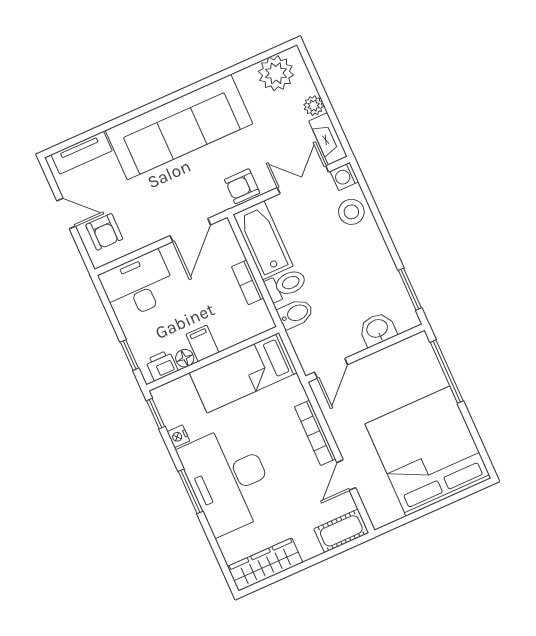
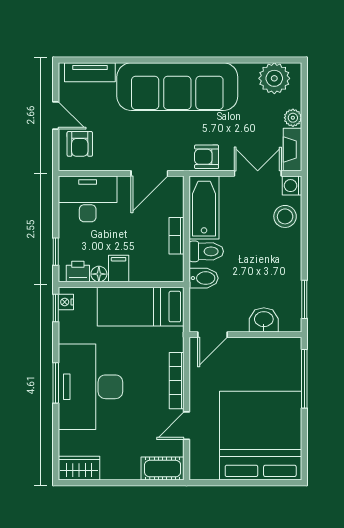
nightstand: (178, 436) -> (66, 302), moved
wardrobe: (265, 565) -> (79, 468), width x0.67

